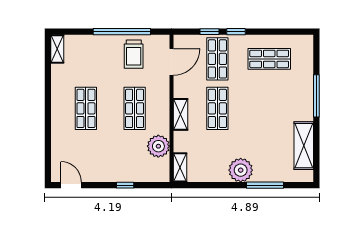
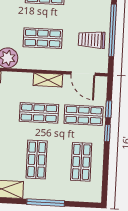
shop shelf: (269, 108) -> (37, 160), added
shelving: (181, 114) -> (48, 80), moved

